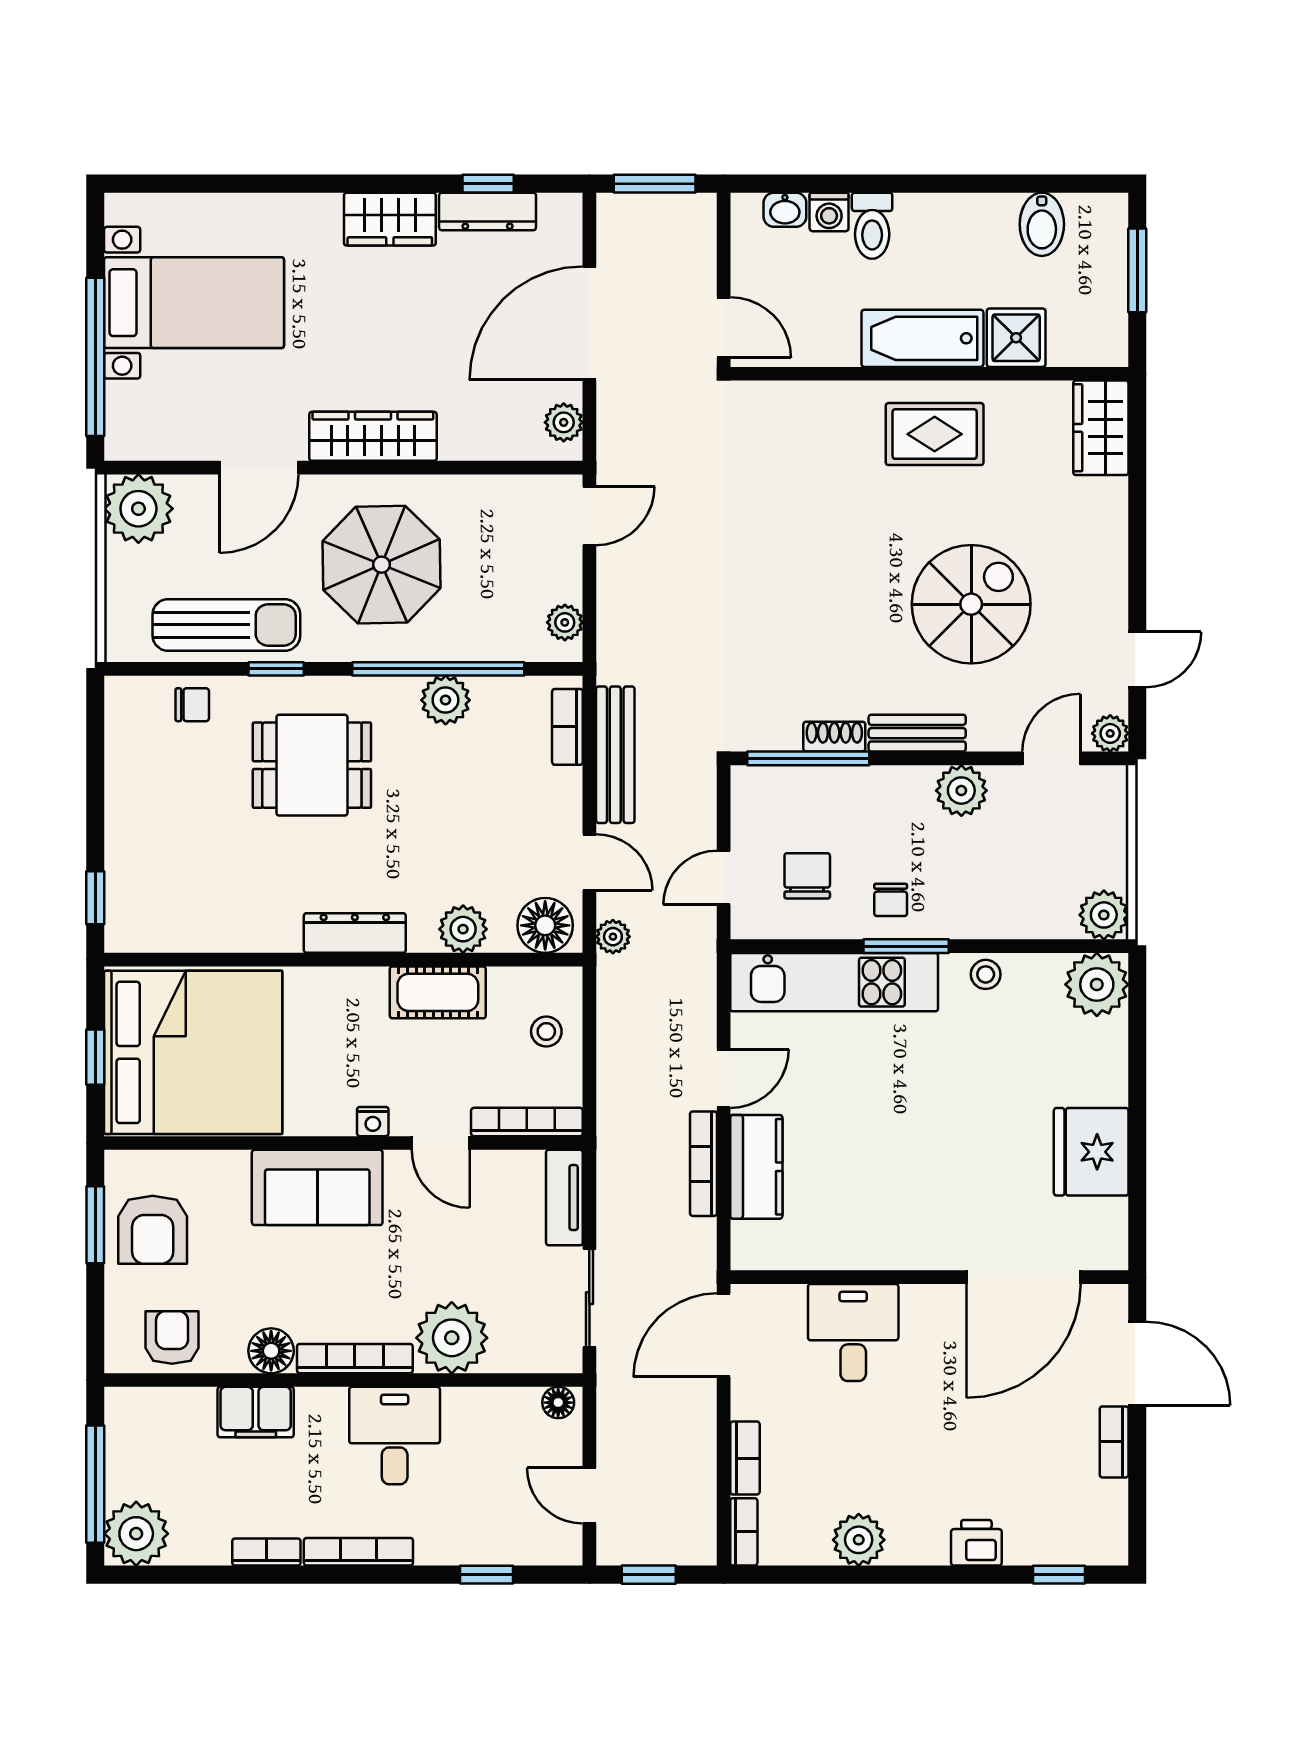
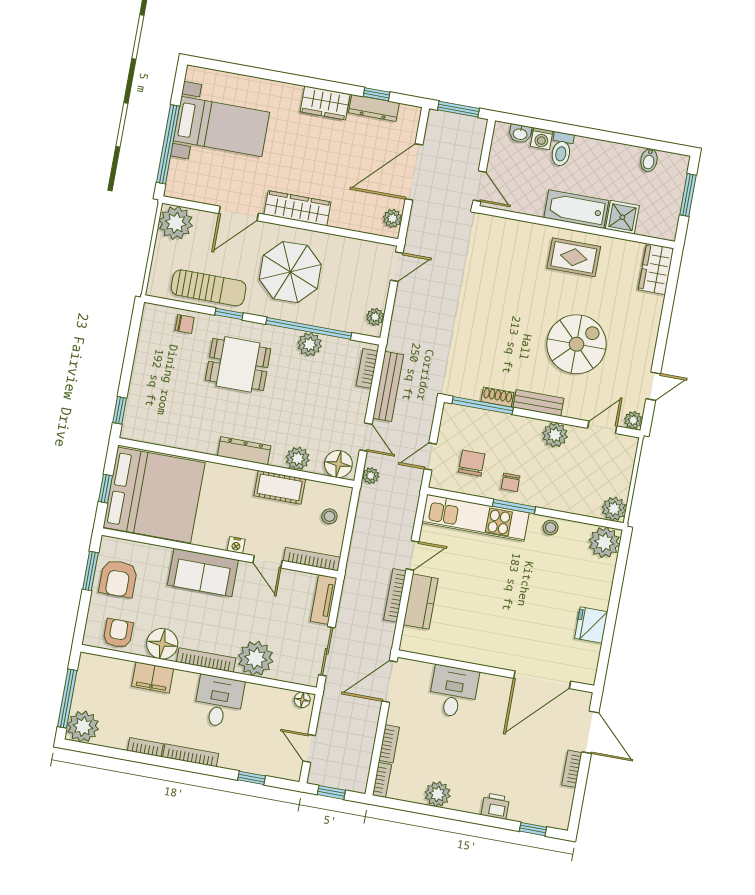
bidet: (1042, 224) -> (649, 160), width x0.72, depth x0.74
fridge: (1091, 1152) -> (591, 625), width x0.73, depth x0.75
floor lamp: (271, 1351) -> (162, 644), width x1.38, depth x1.38

